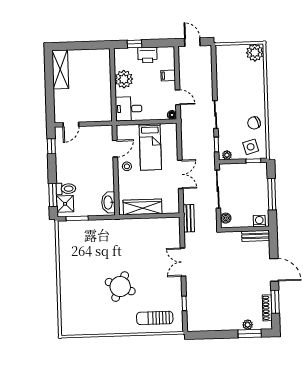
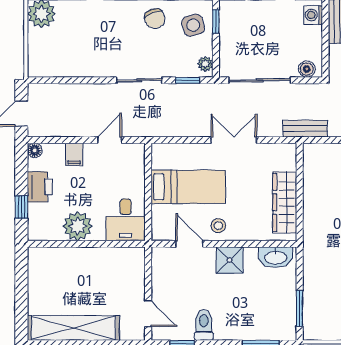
shelving: (60, 69) -> (73, 328), width x1.47
floor lamp: (172, 115) -> (35, 150), moved
toilet: (66, 189) -> (204, 325), moved
shower: (65, 204) -> (230, 260), moved

